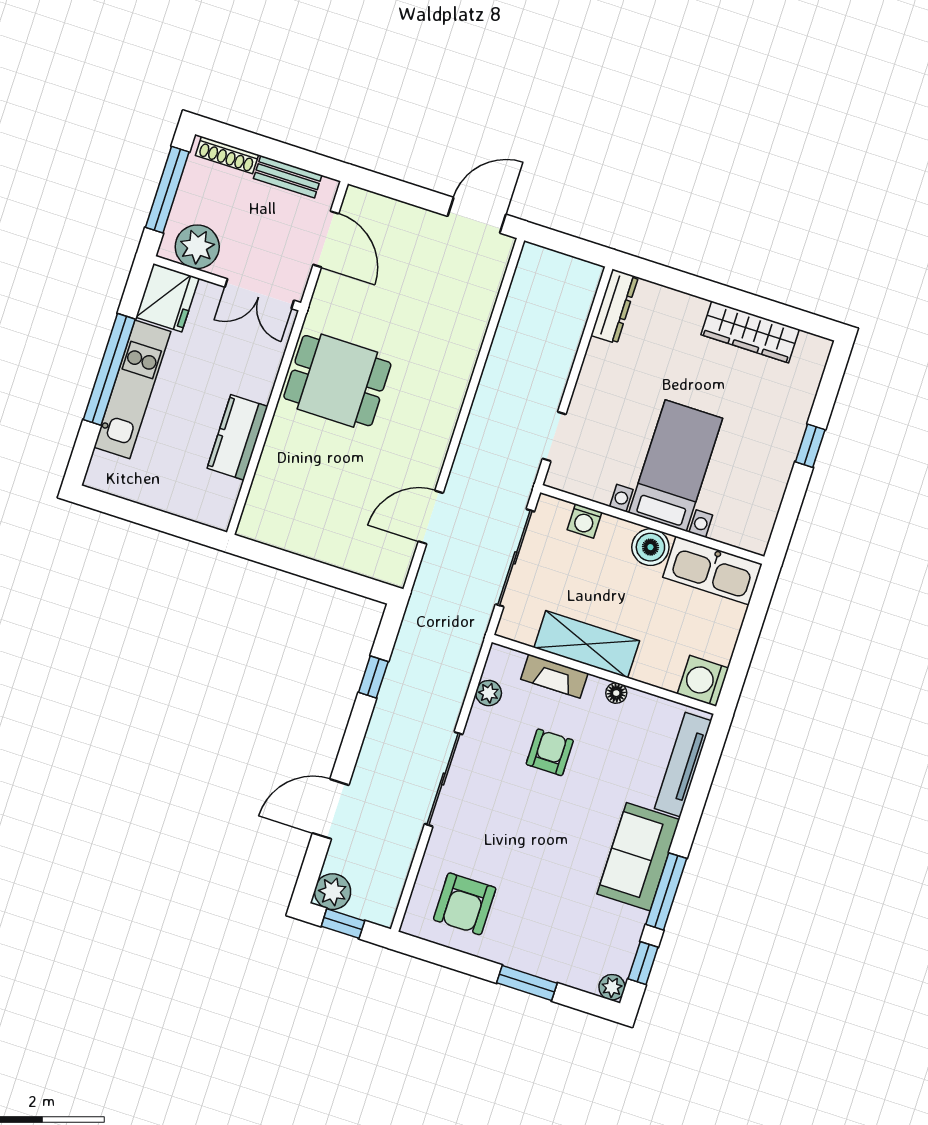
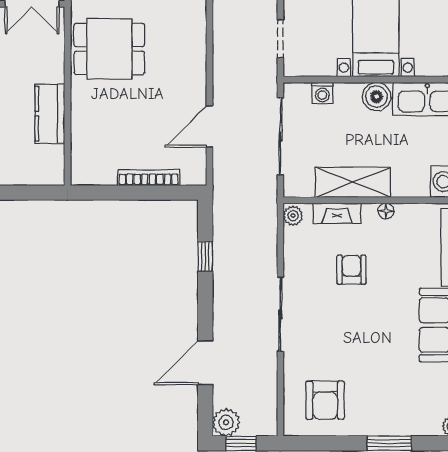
bookcase: (335, 556) -> (149, 178), added
plant: (489, 693) -> (293, 216), moved

